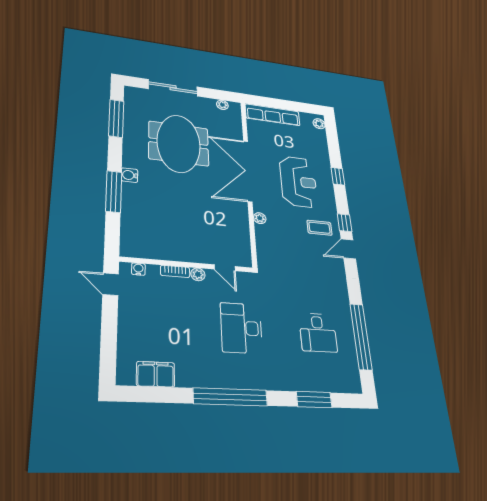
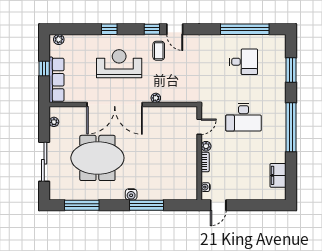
window: (284, 105) -> (44, 68), added

